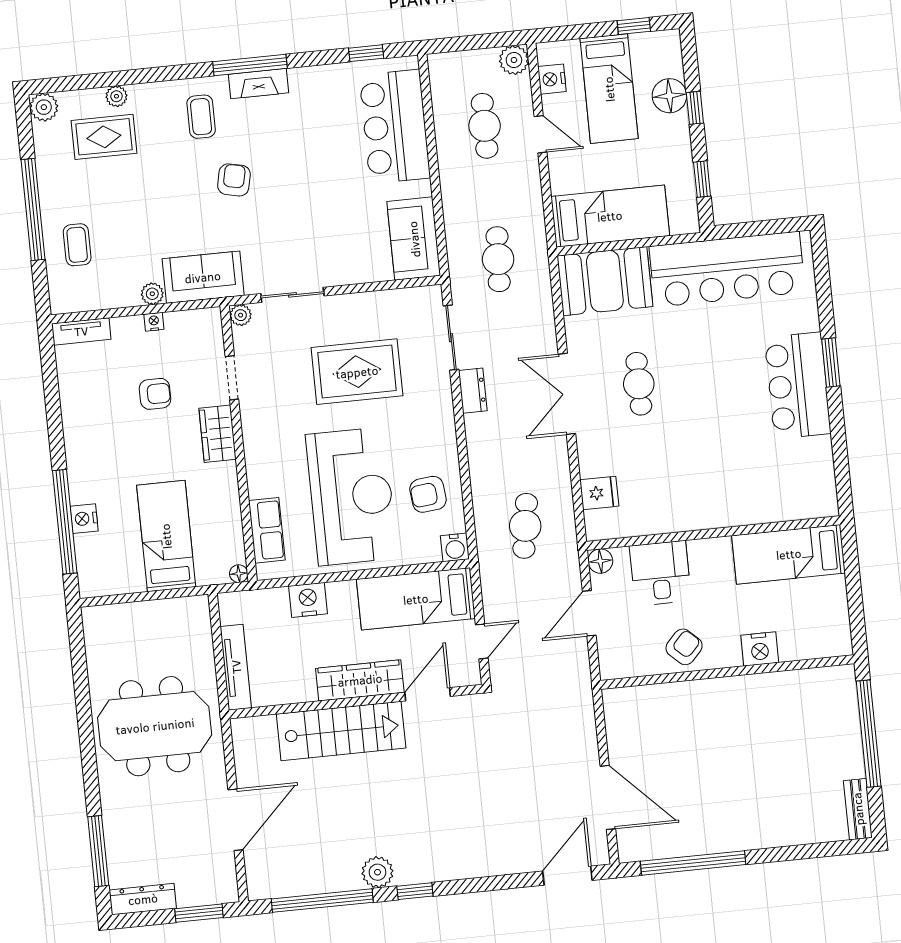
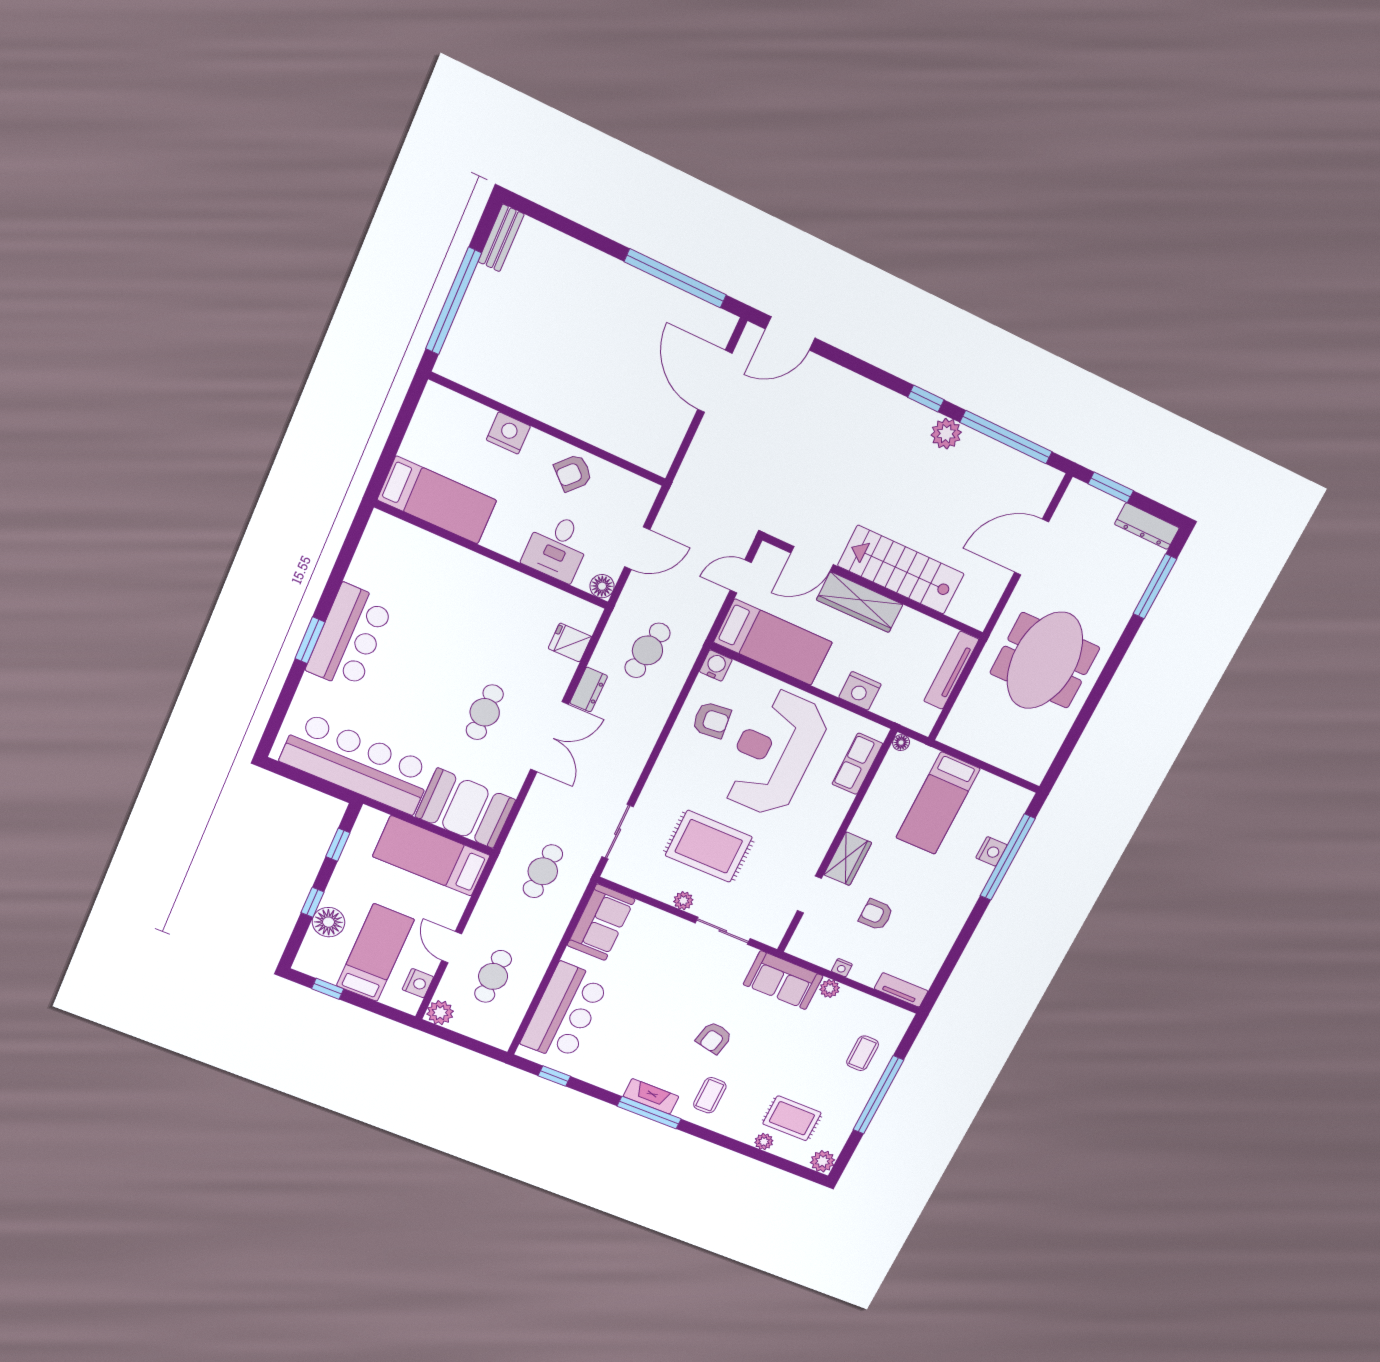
plant: (241, 315) -> (683, 901), moved
dresser: (473, 391) -> (589, 690), moved, turned 180
meeting table: (155, 726) -> (1045, 660), turned 90

